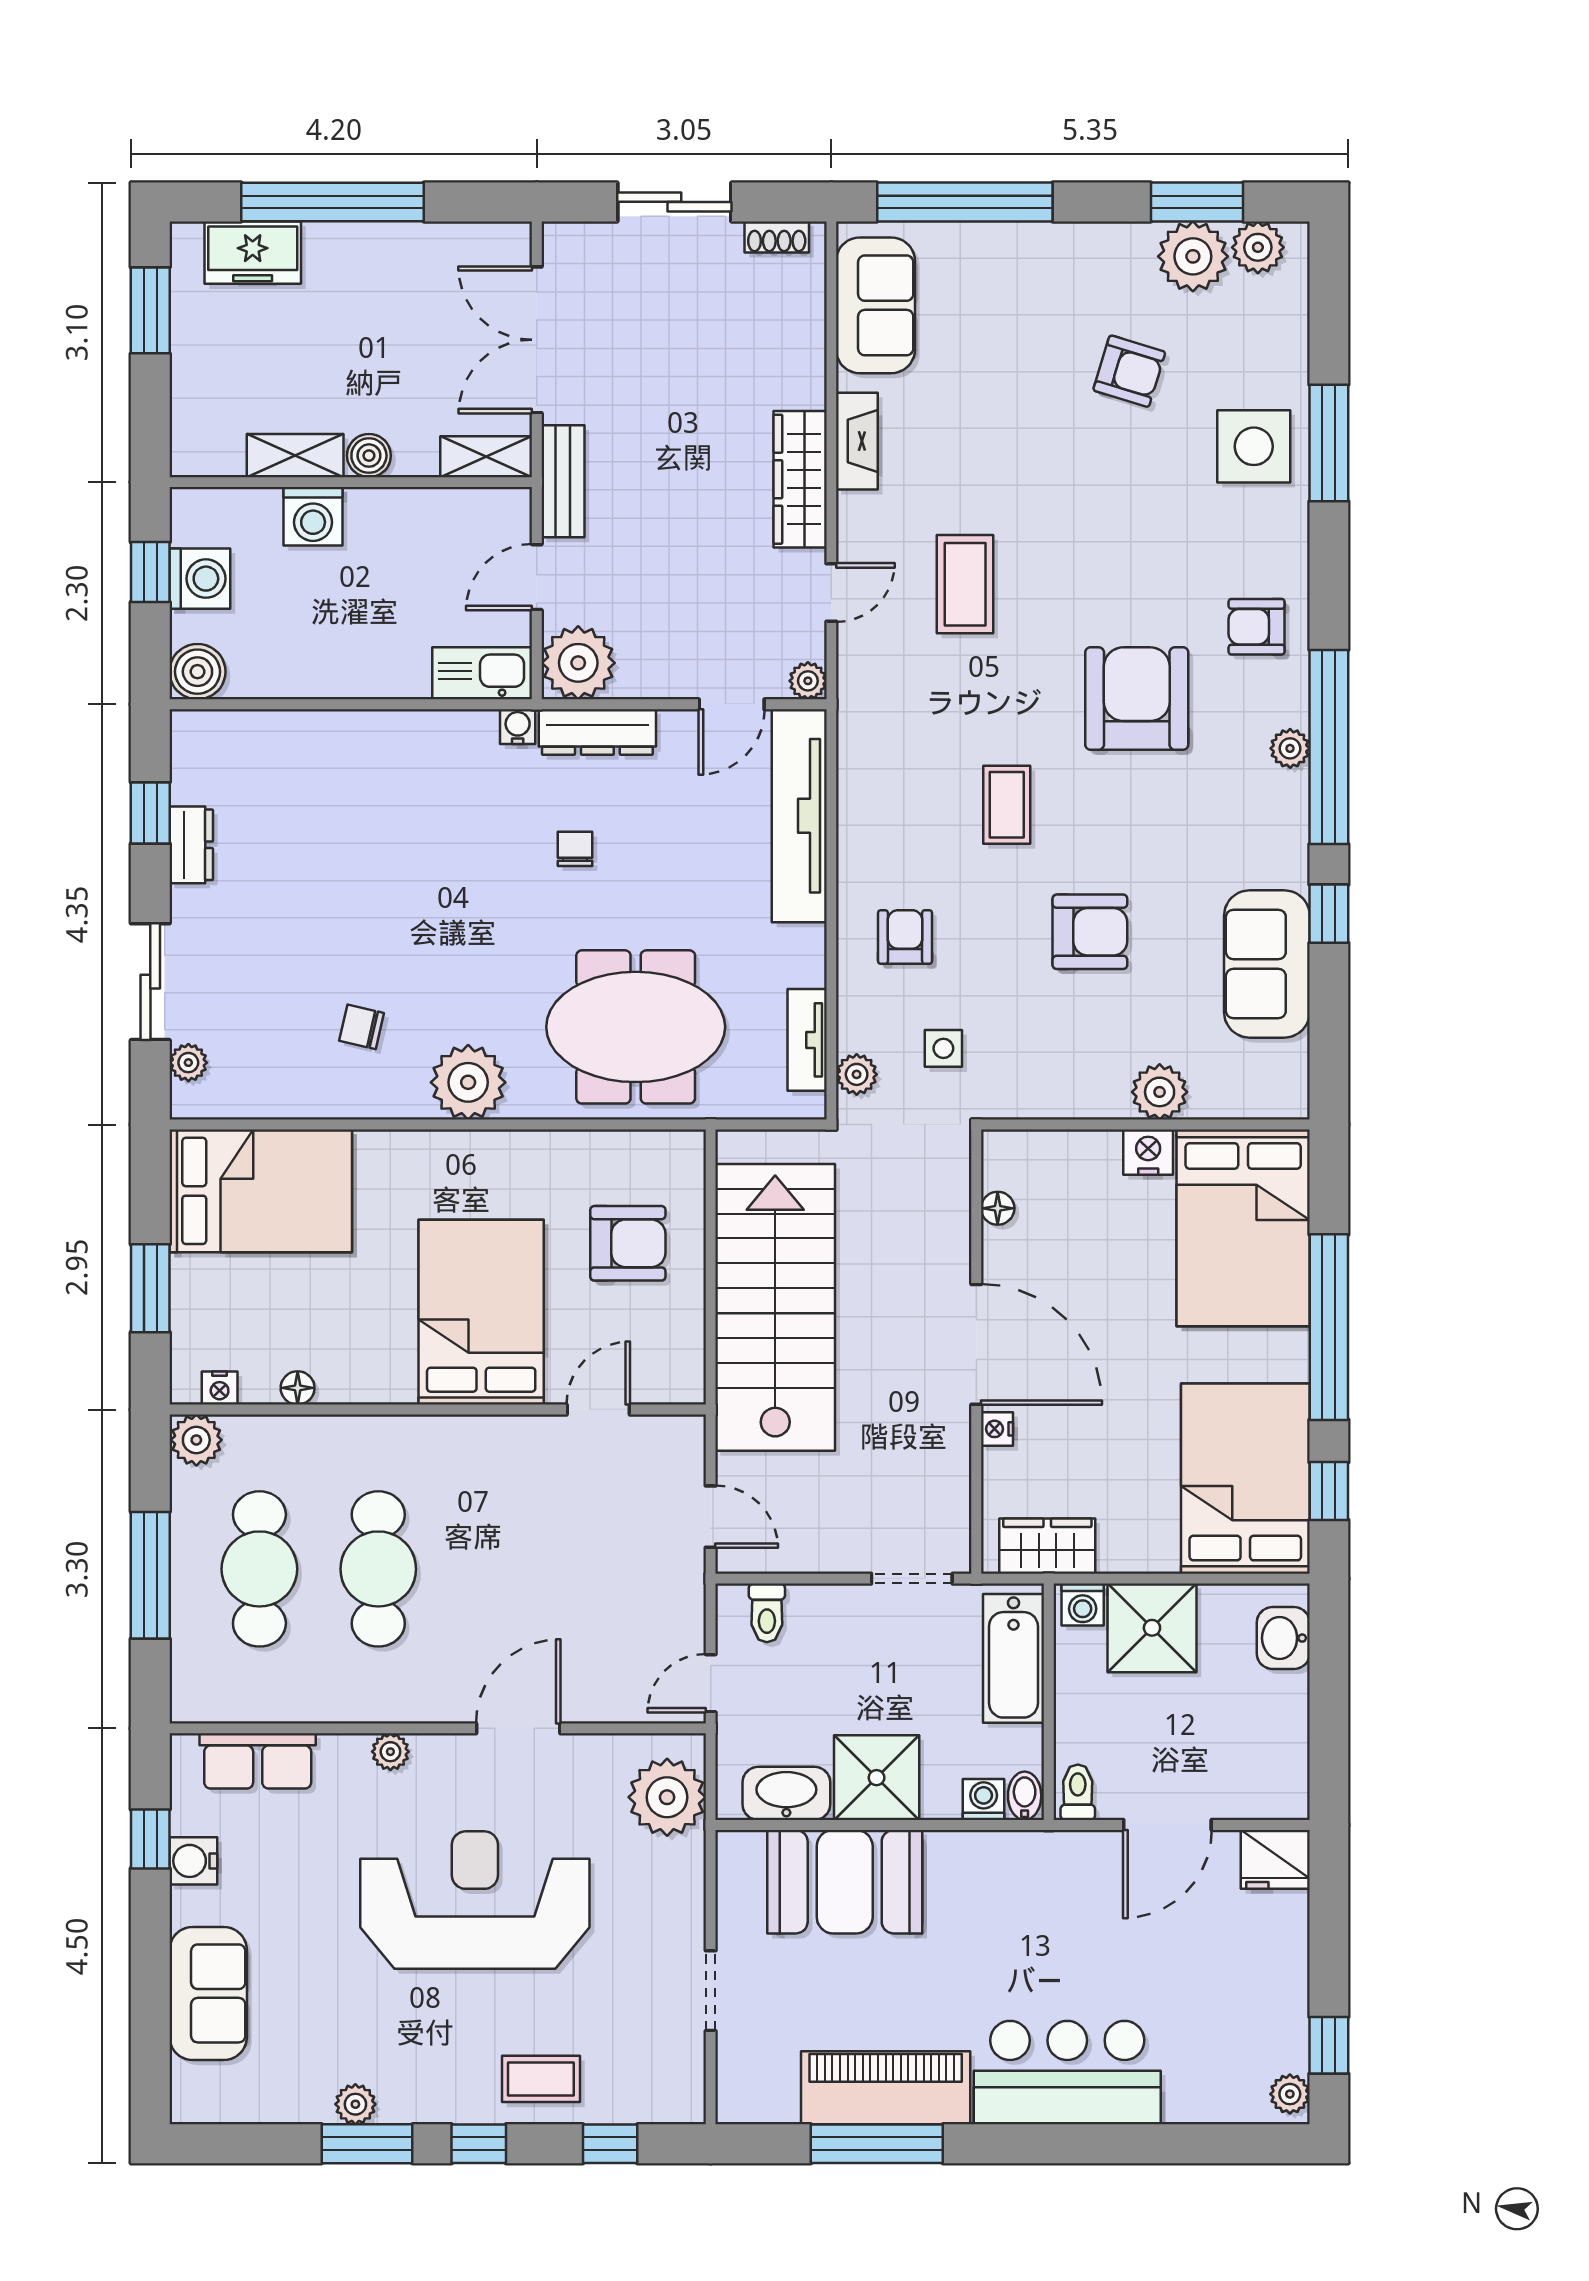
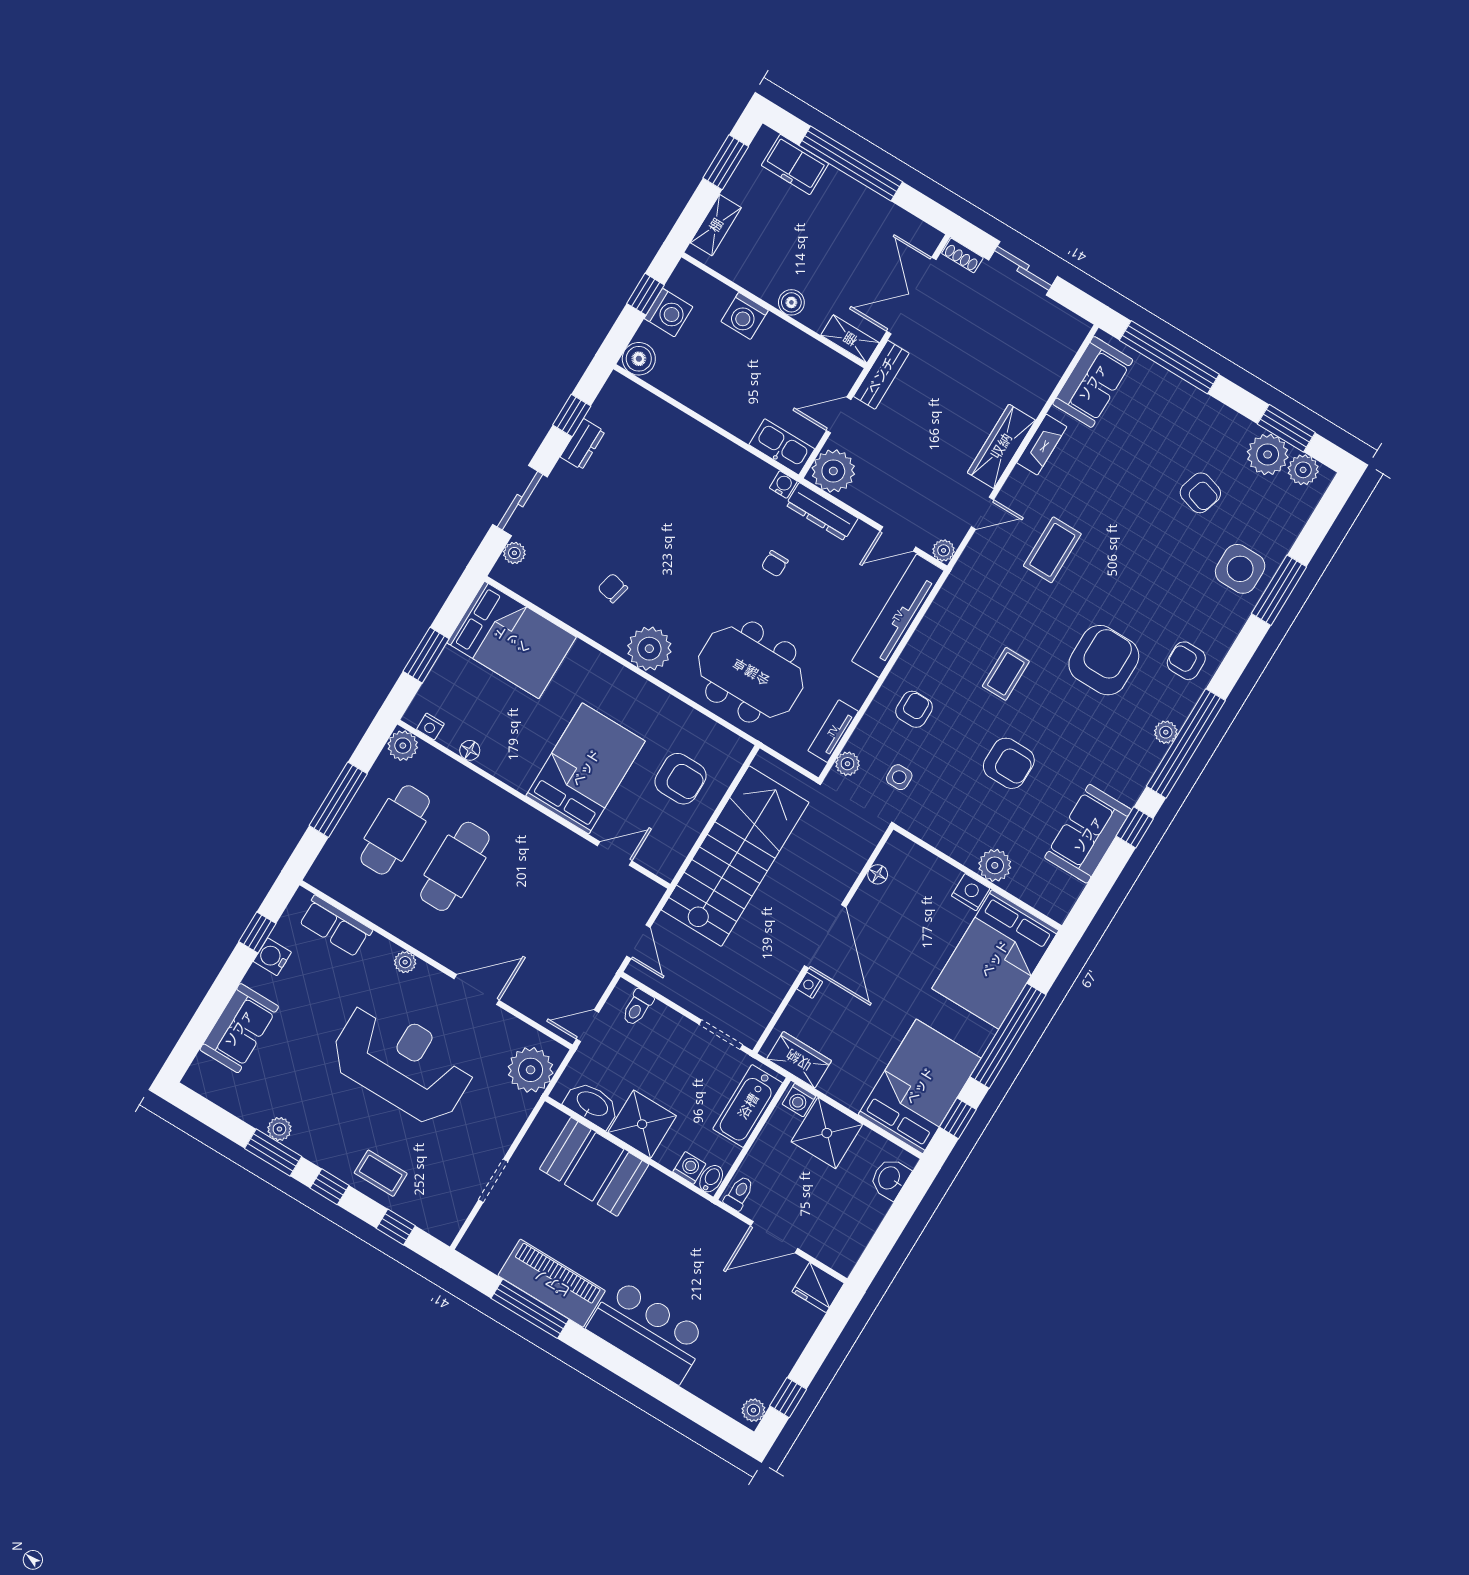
shoe rack: (777, 237) -> (962, 256), moved
shelving: (295, 456) -> (716, 225), moved, turned 90
chair: (575, 849) -> (775, 564), turned 180

